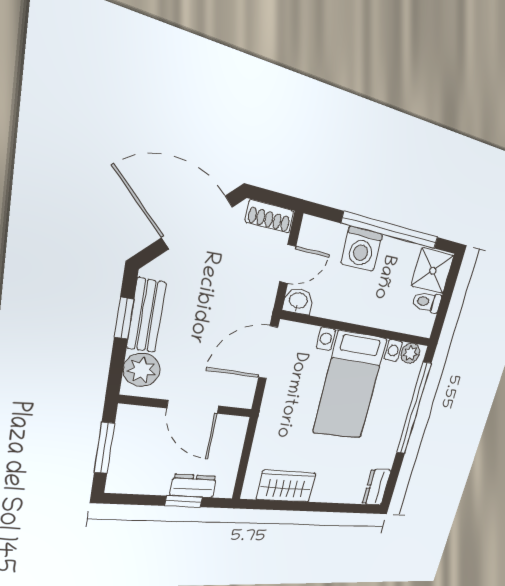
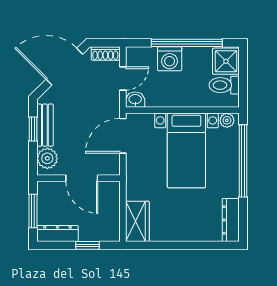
toilet: (427, 302) -> (224, 85), width x1.37, depth x1.39
dresser: (193, 486) -> (57, 233), moved, width x1.44
wardrobe: (286, 486) -> (137, 221), moved, turned 90
dresser: (376, 487) -> (231, 220), width x1.44

